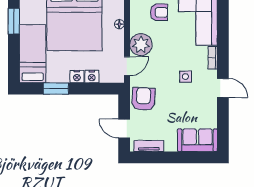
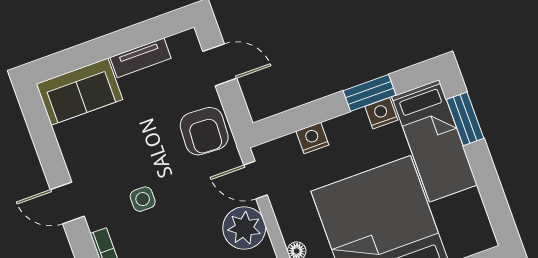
window: (14, 21) -> (465, 119), moved
door: (127, 66) -> (255, 180), hinge flipped
nightstand: (77, 77) -> (381, 113), moved
tv unit: (149, 146) -> (141, 58), moved

